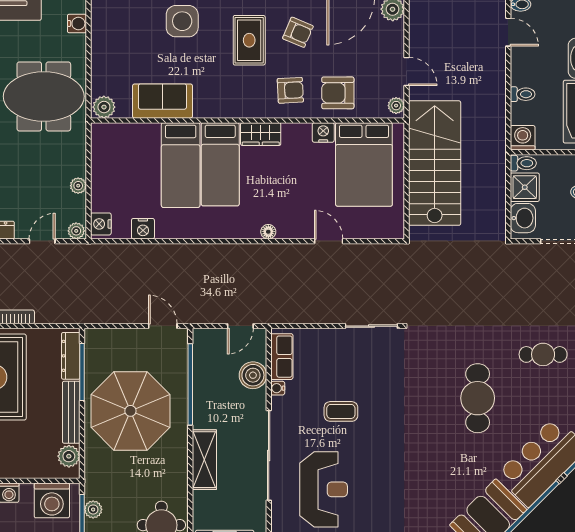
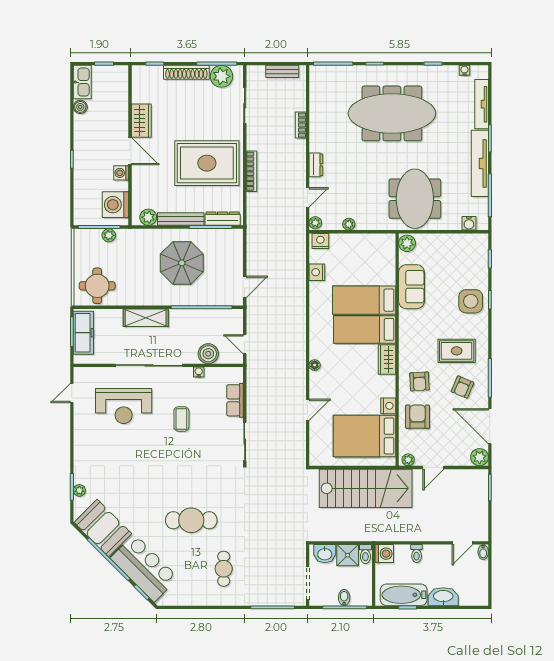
door: (42, 241) -> (308, 197), hinge flipped
row of seats: (282, 357) -> (235, 400), moved, turned 90
parasol: (130, 411) -> (182, 263), width x0.73, depth x0.73

